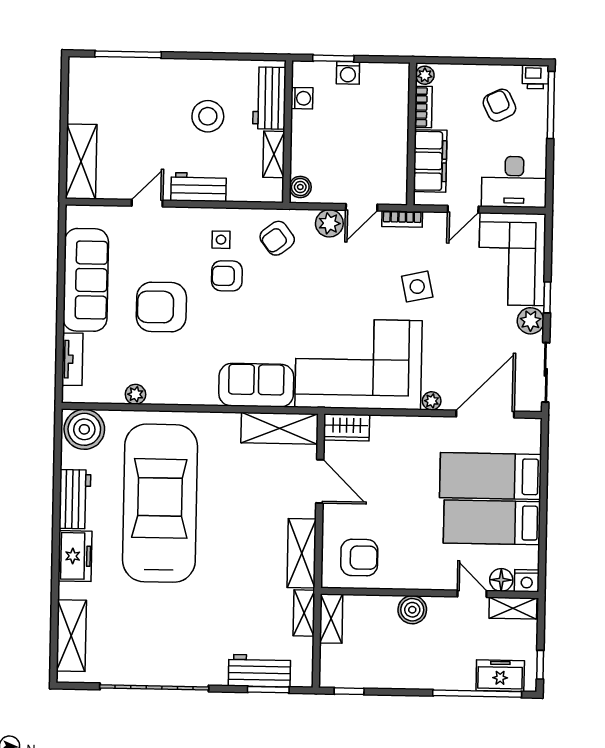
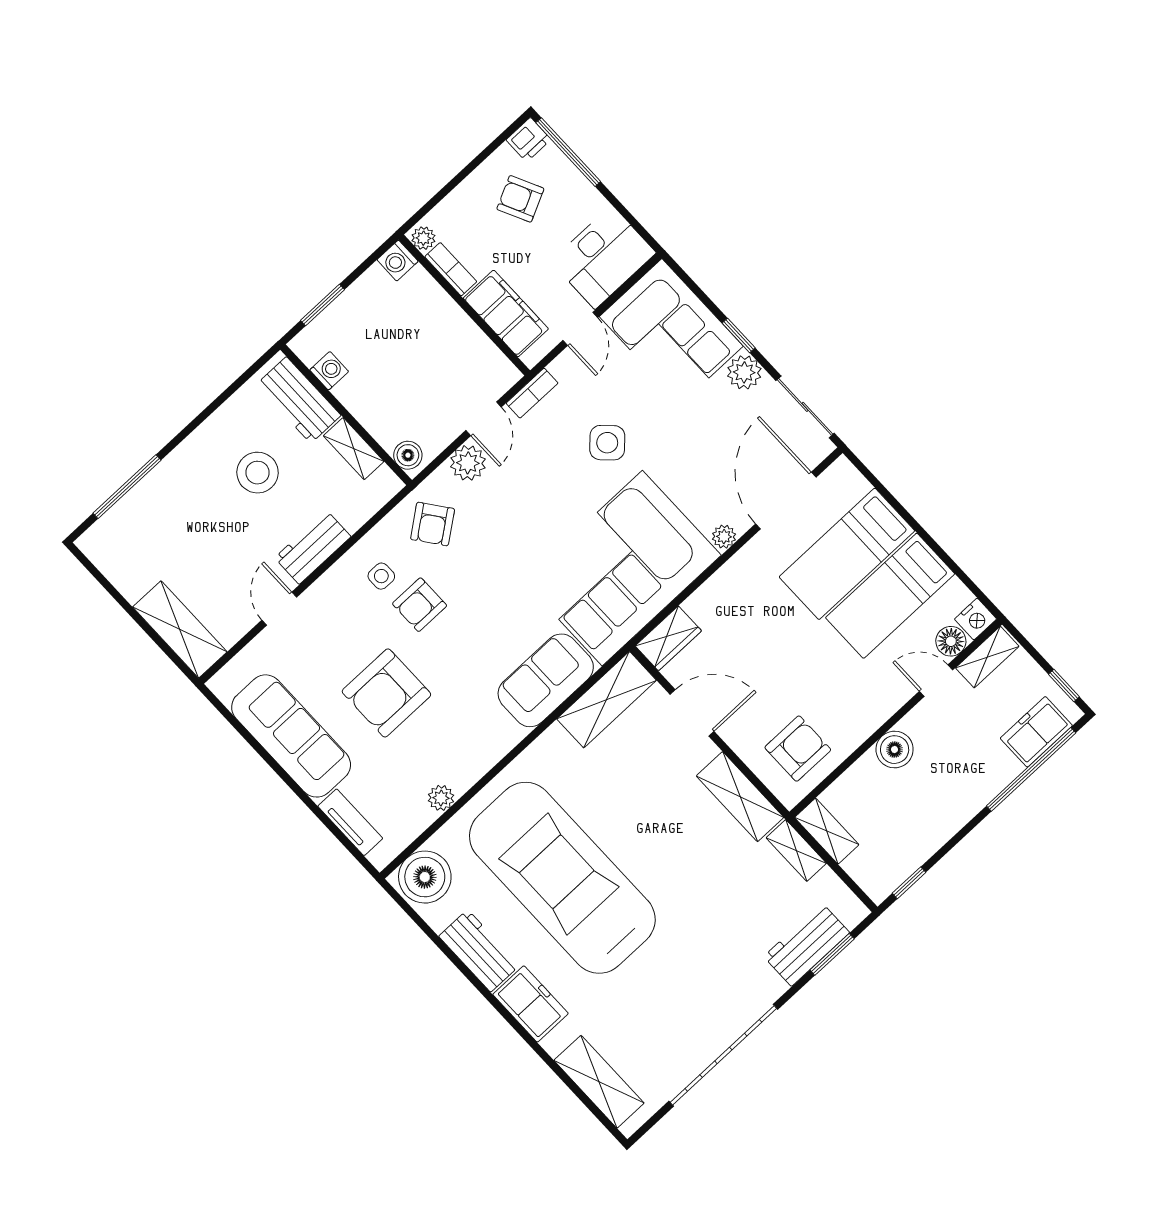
washing machine: (348, 73) -> (398, 261), moved, turned 90
side table: (417, 287) -> (607, 443), turned -34

